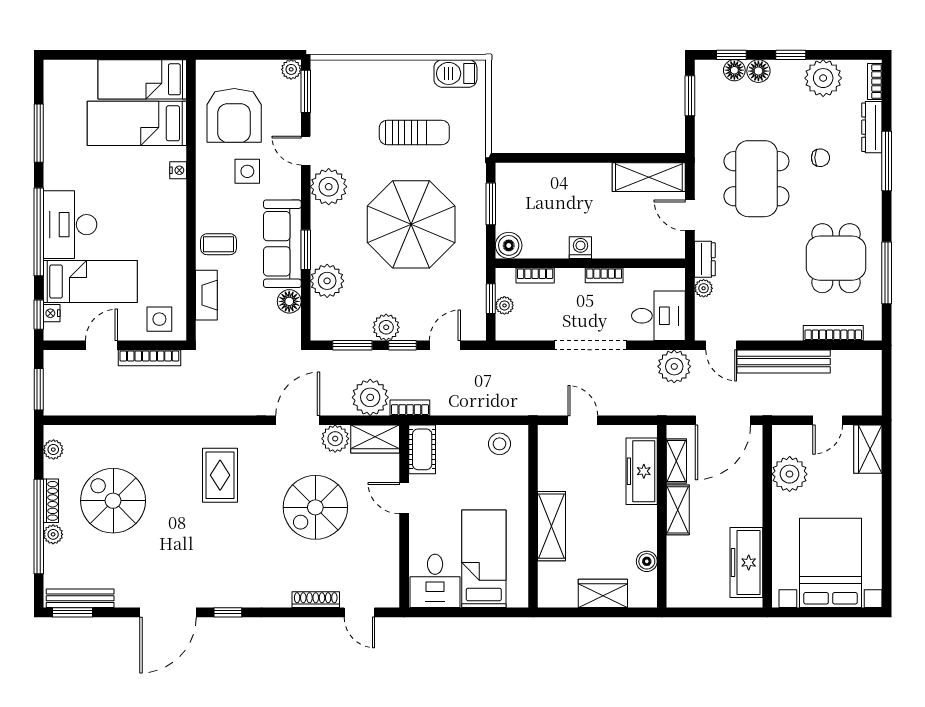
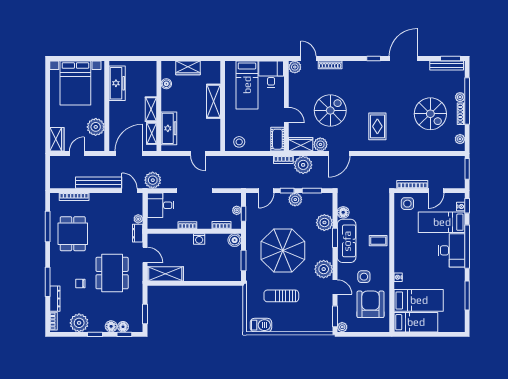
fireplace: (206, 295) -> (384, 215), removed
plant: (387, 595) -> (295, 67), added

